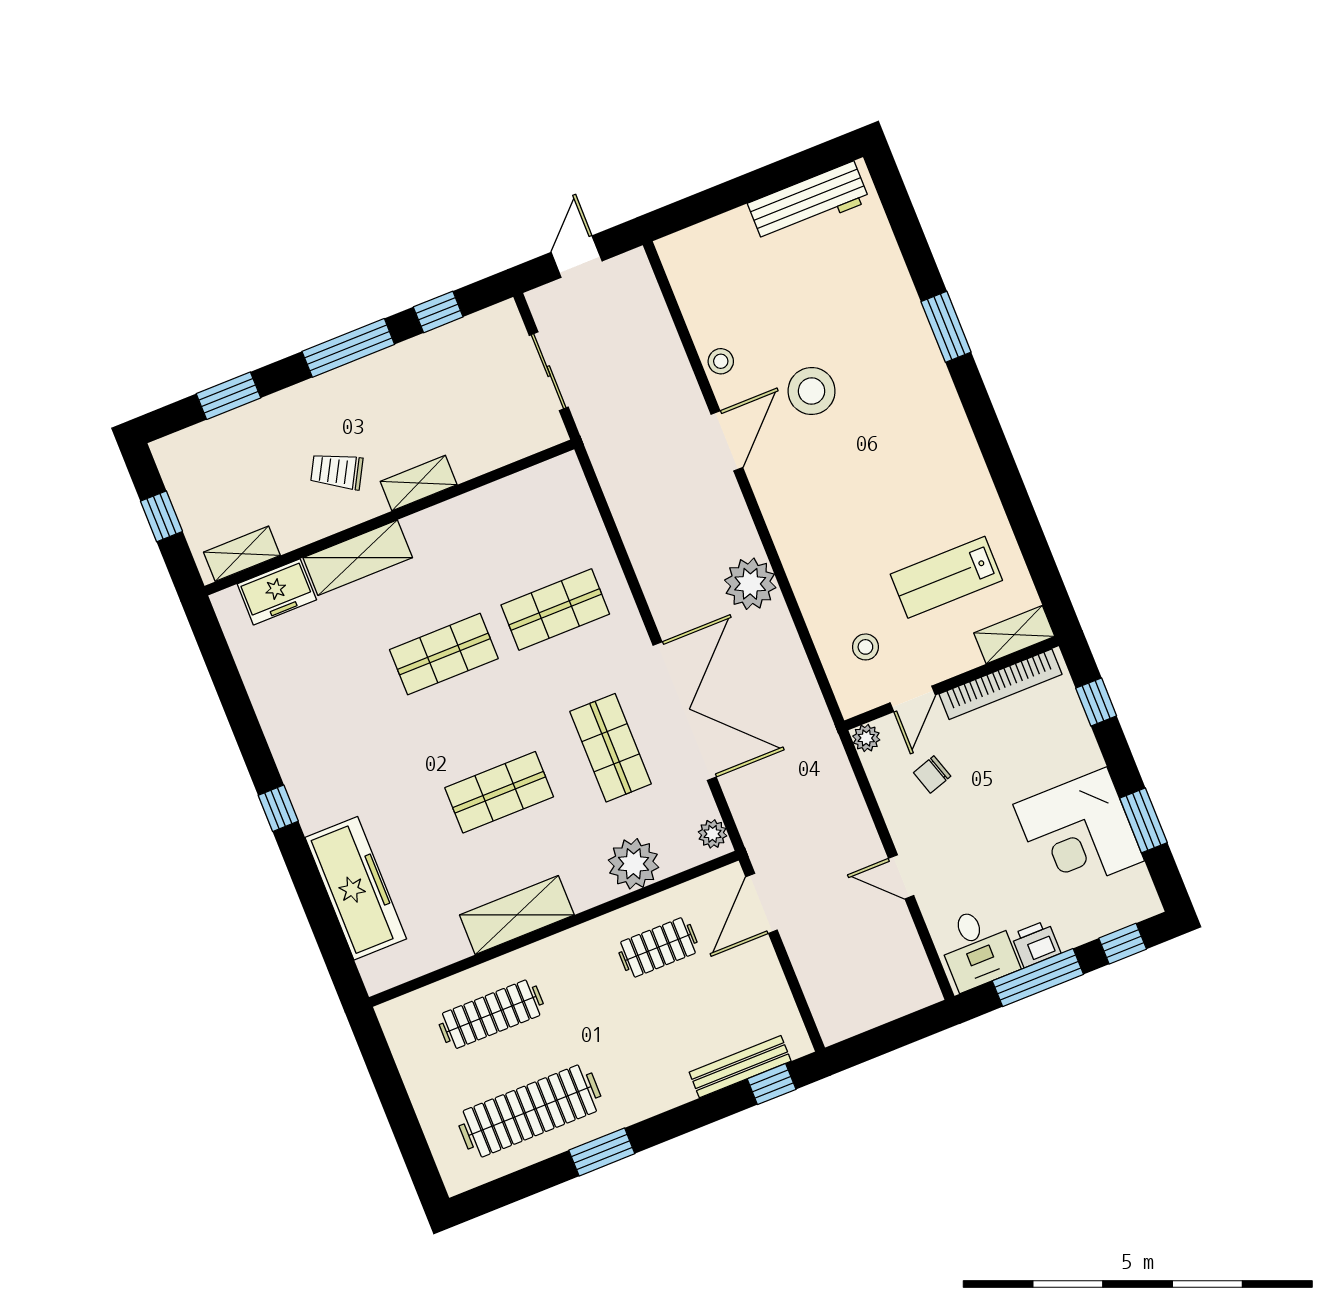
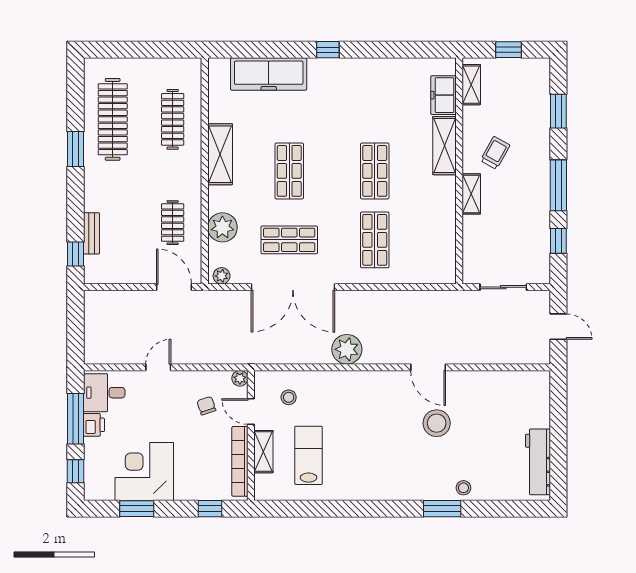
stool: (721, 361) -> (463, 488), moved
shelving: (1014, 635) -> (263, 452), moved
bench: (740, 1067) -> (91, 233), width x0.73

